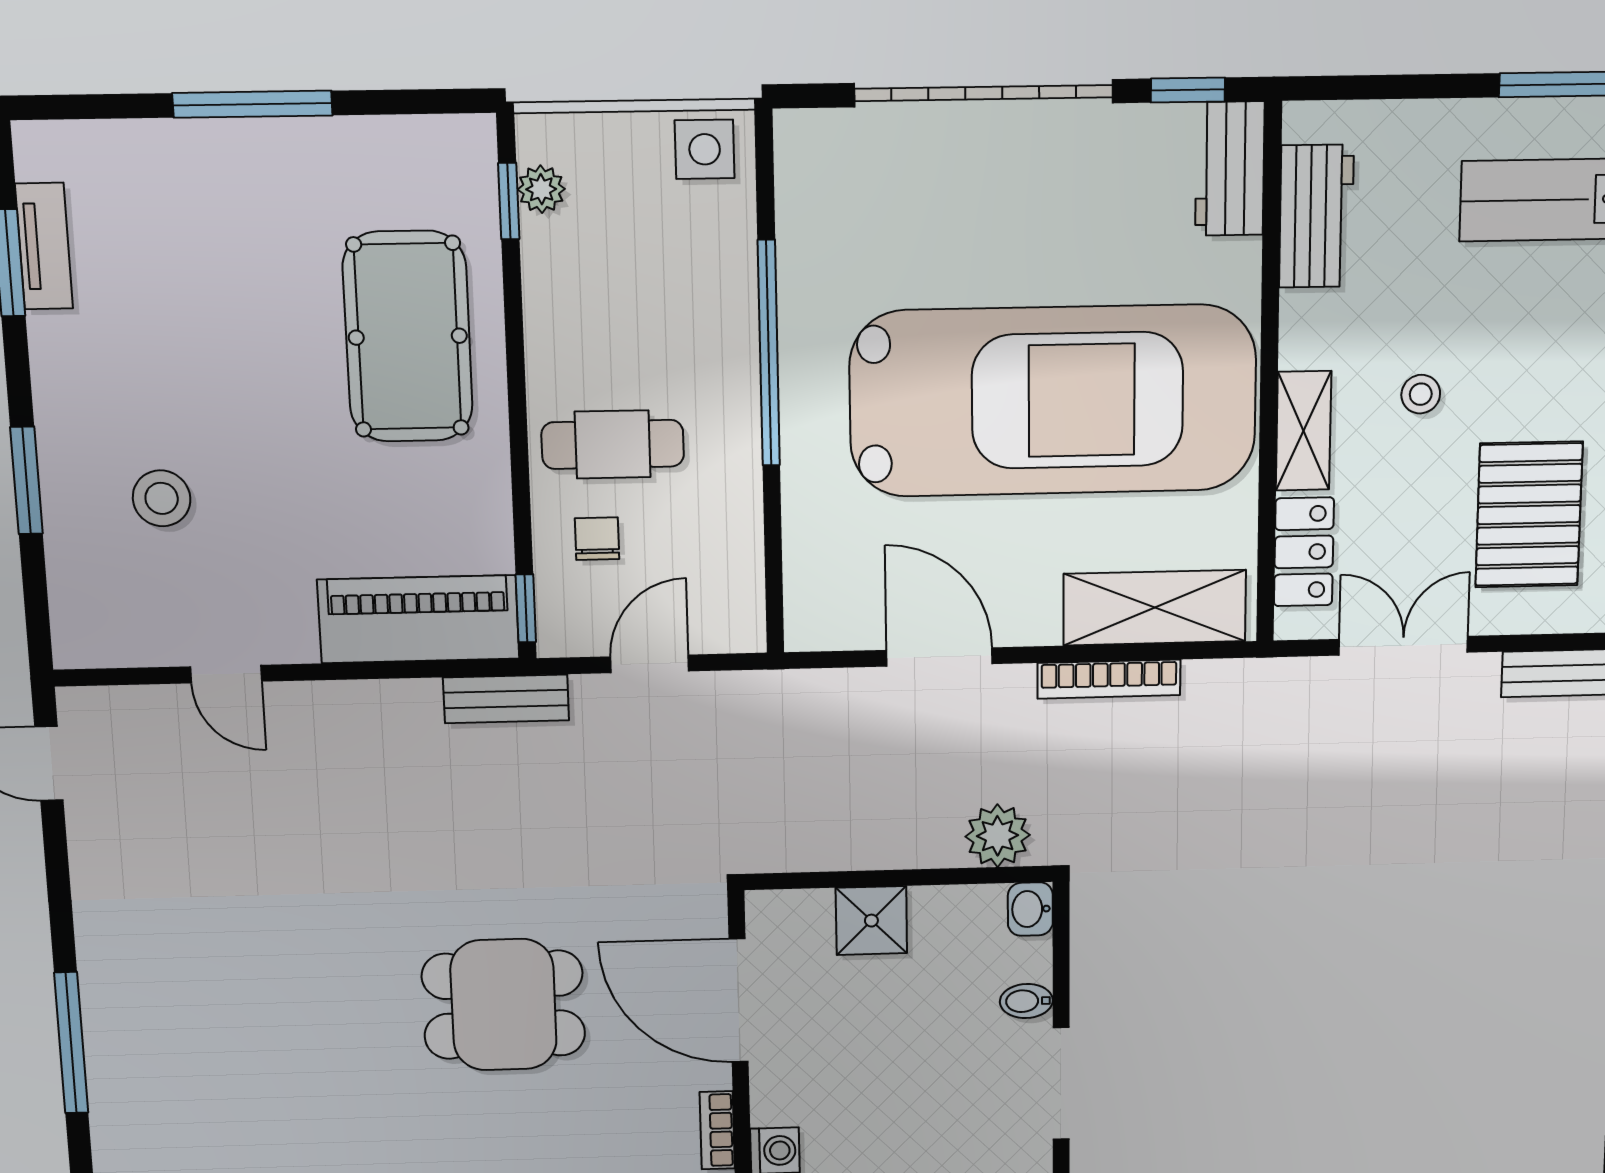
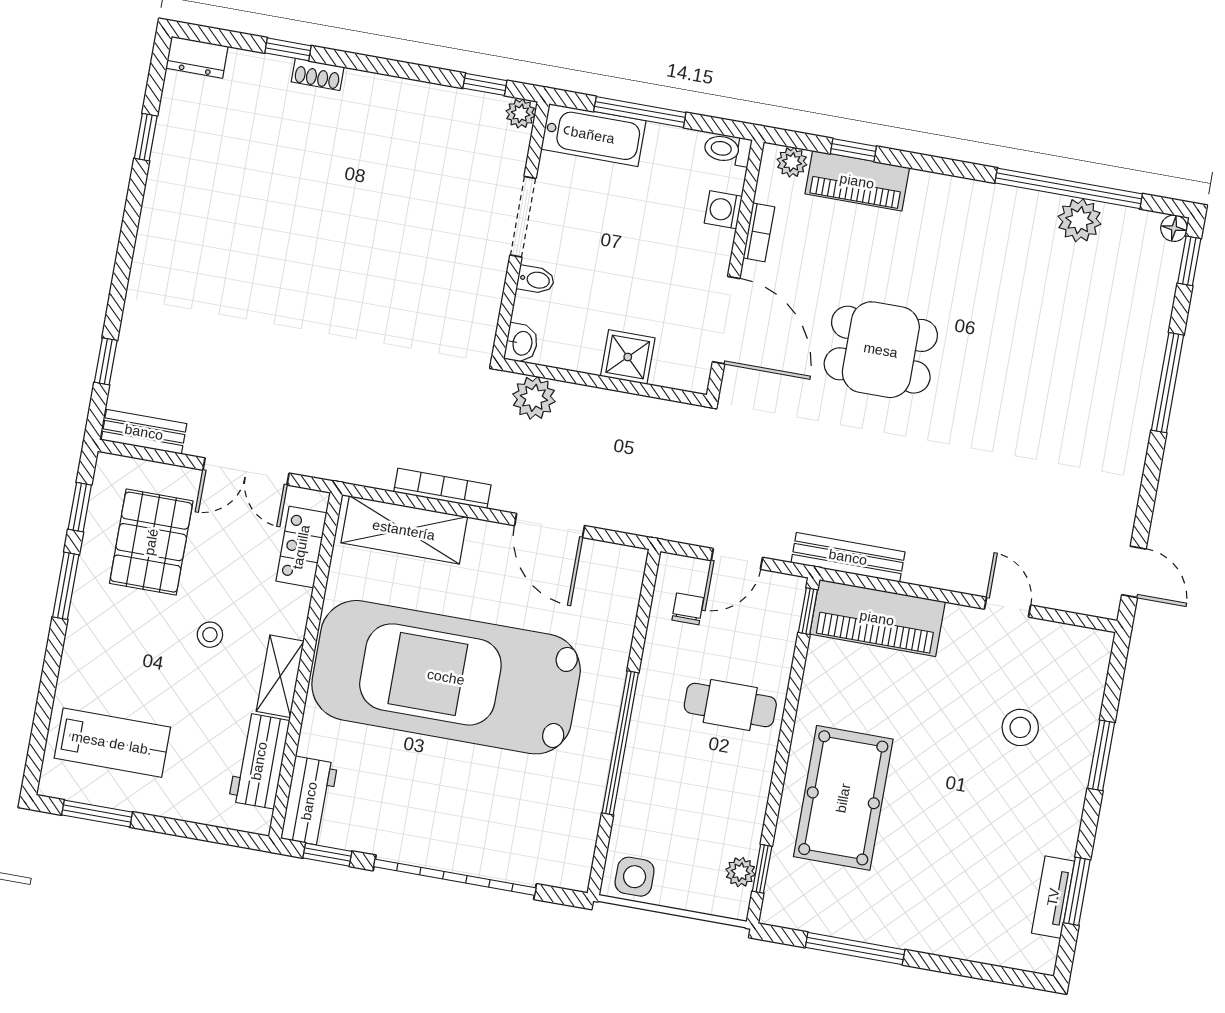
window: (252, 104) -> (855, 949), moved
shelving: (1303, 431) -> (280, 676), moved
chair: (597, 539) -> (688, 609), moved, turned 180
bench: (506, 699) -> (848, 557), width x1.36

